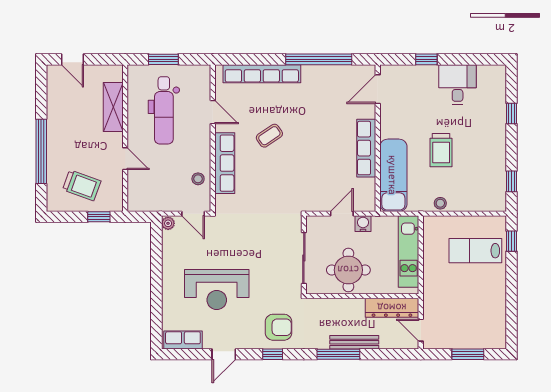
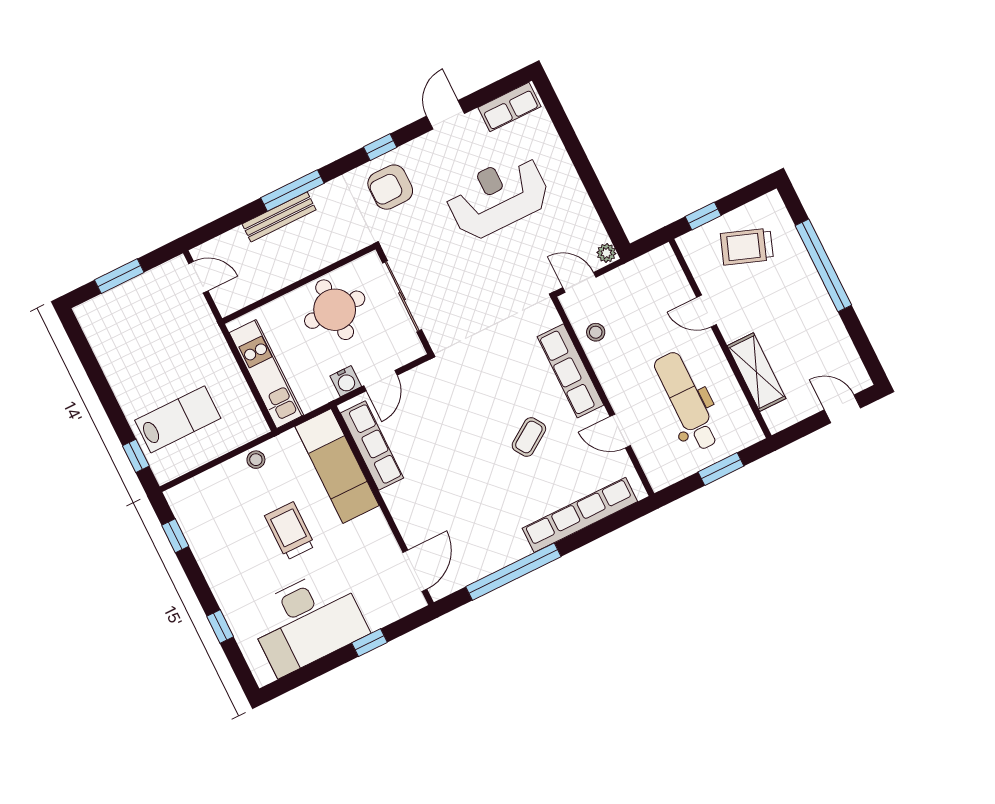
desk: (458, 85) -> (307, 621), width x1.87, depth x1.30
row of seats: (366, 148) -> (372, 445), moved
dresser: (392, 308) -> (251, 288), removed

